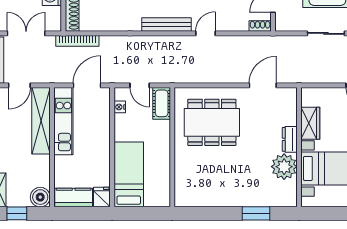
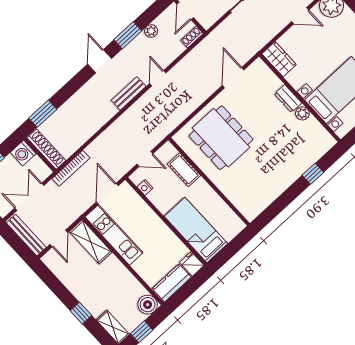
bench: (166, 25) -> (129, 93), width x0.73
cot: (162, 103) -> (184, 170), moved
shelving: (41, 121) -> (91, 242), width x0.68
dining table: (212, 122) -> (221, 138), turned 90
wardrobe: (310, 123) -> (279, 59), moved
plant: (284, 167) -> (302, 113), width x0.53, depth x0.53
window: (256, 213) -> (313, 174), width x0.67

